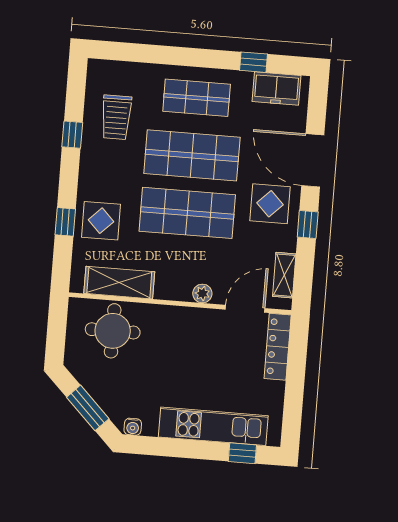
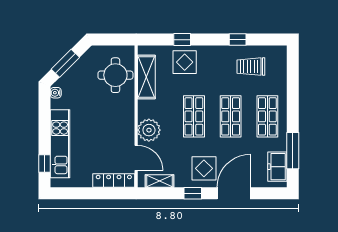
window: (253, 62) -> (293, 151), width x2.17
shop shelf: (192, 155) -> (231, 116), width x0.70, depth x0.74
shop shelf: (187, 213) -> (194, 116), width x0.70, depth x0.74
plant: (202, 293) -> (149, 130), width x1.87, depth x1.87

